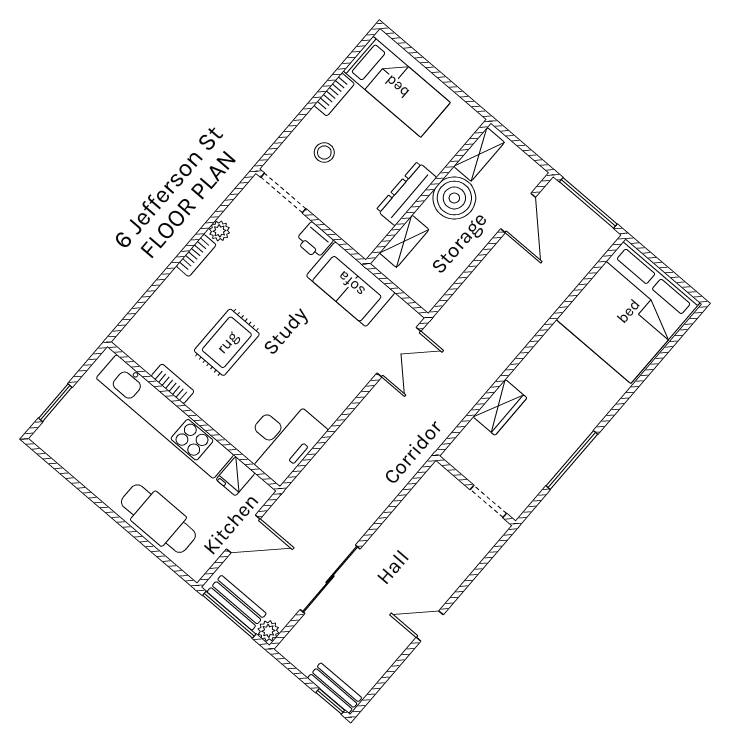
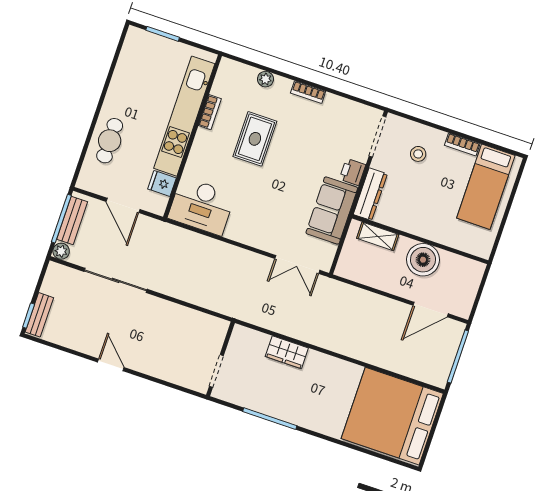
shelving: (479, 154) -> (461, 265), removed
dresser: (406, 194) -> (370, 194), moved, turned 90
plant: (220, 231) -> (265, 79), moved
rug: (227, 342) -> (255, 139), turned 90
cafe table: (158, 519) -> (110, 141), width x0.73, depth x0.74

